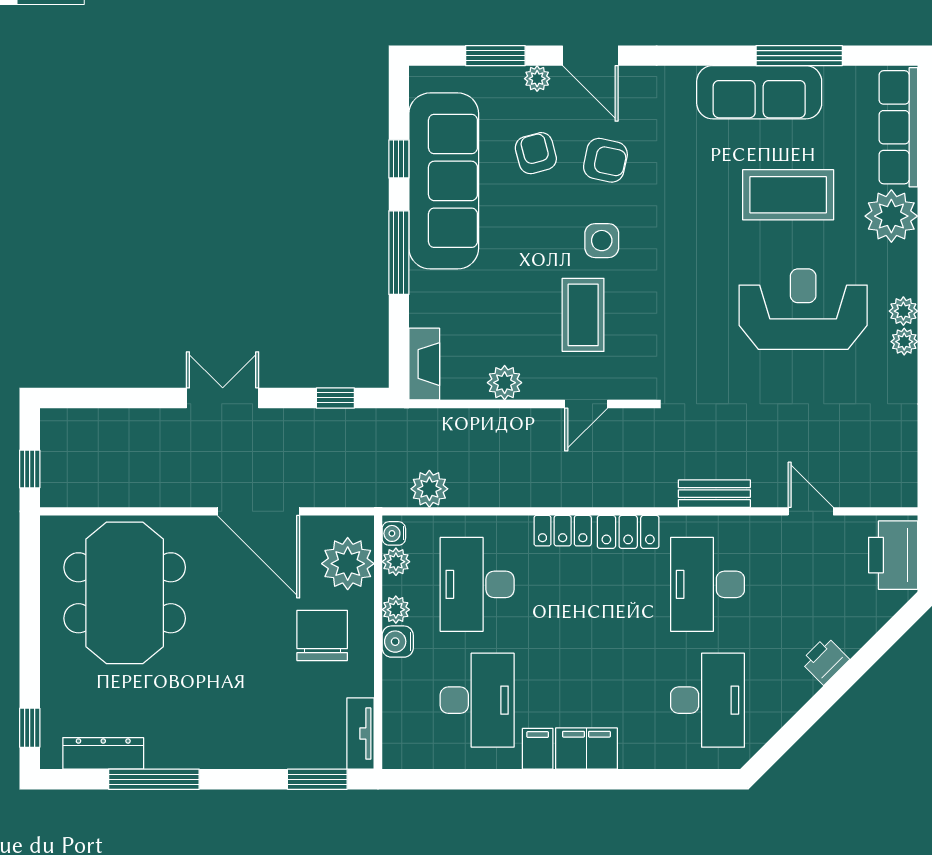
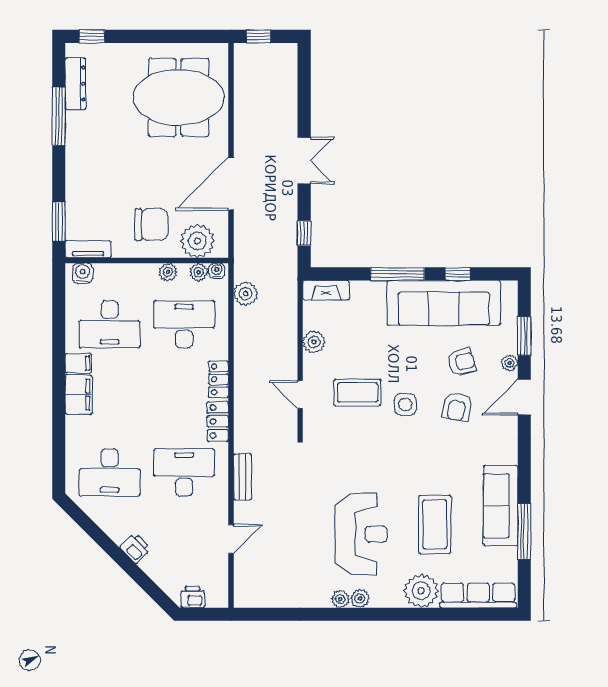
printer: (893, 555) -> (193, 597), width x0.53, depth x0.68
water cooler: (398, 642) -> (83, 273), moved

